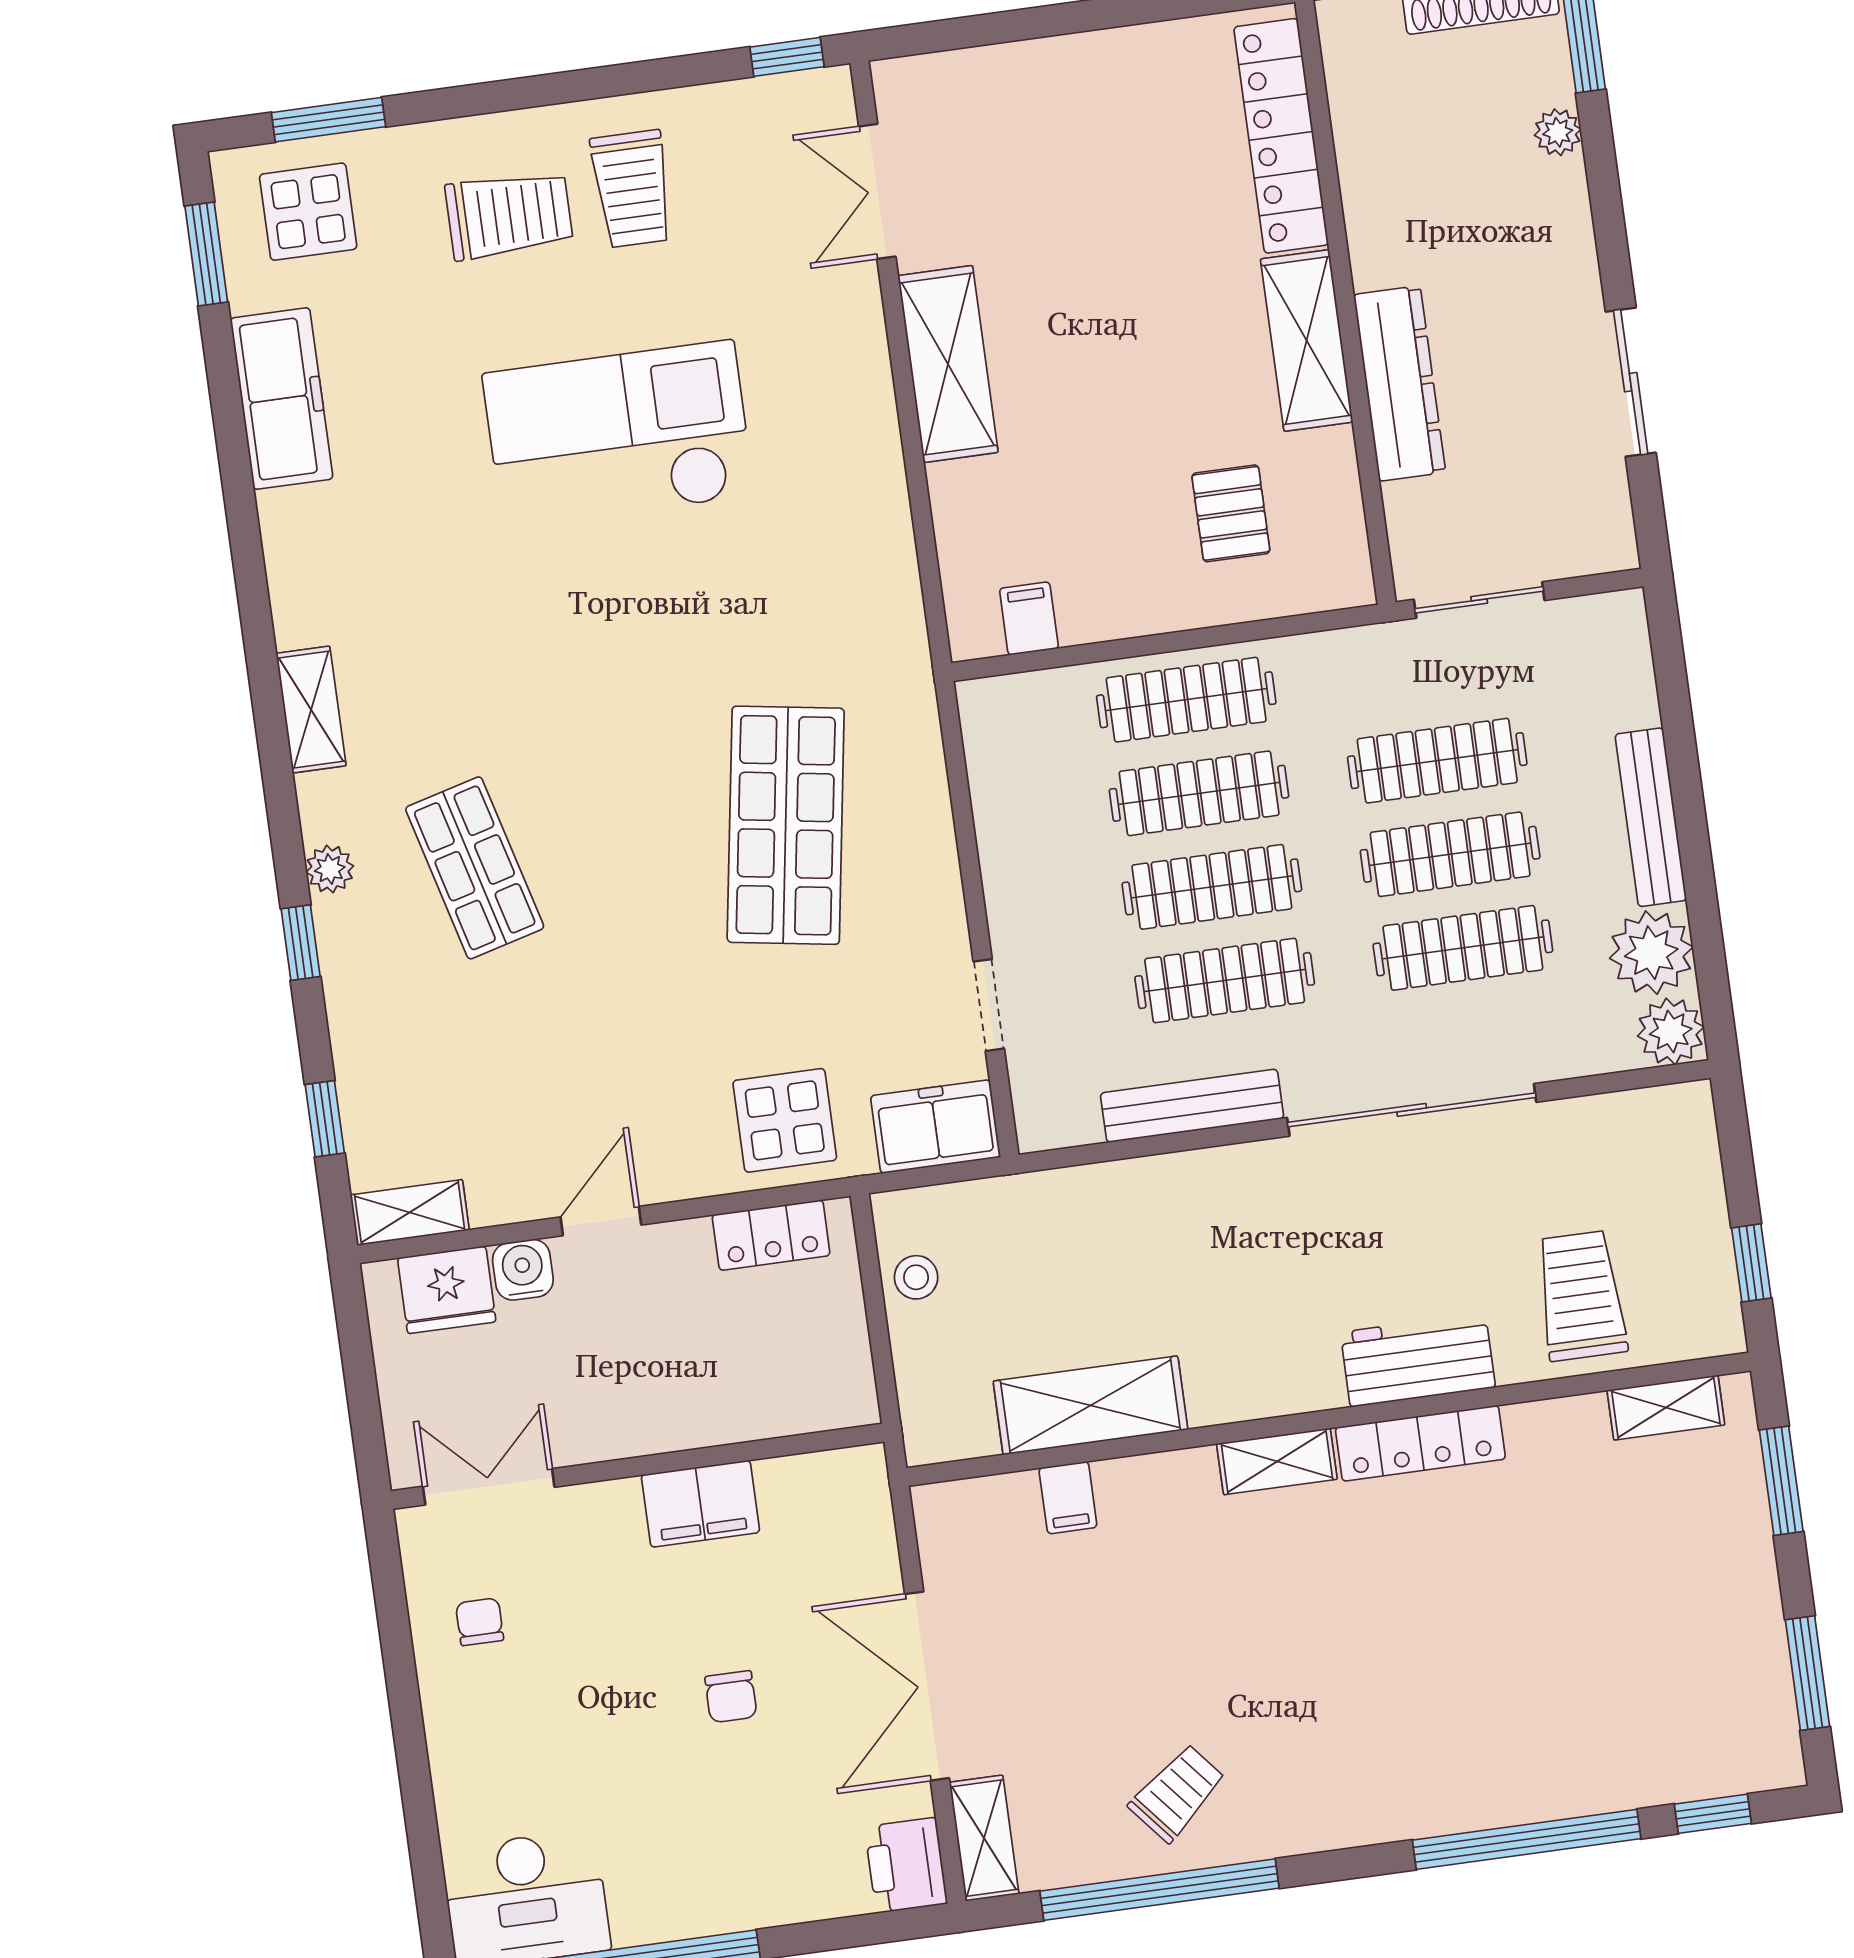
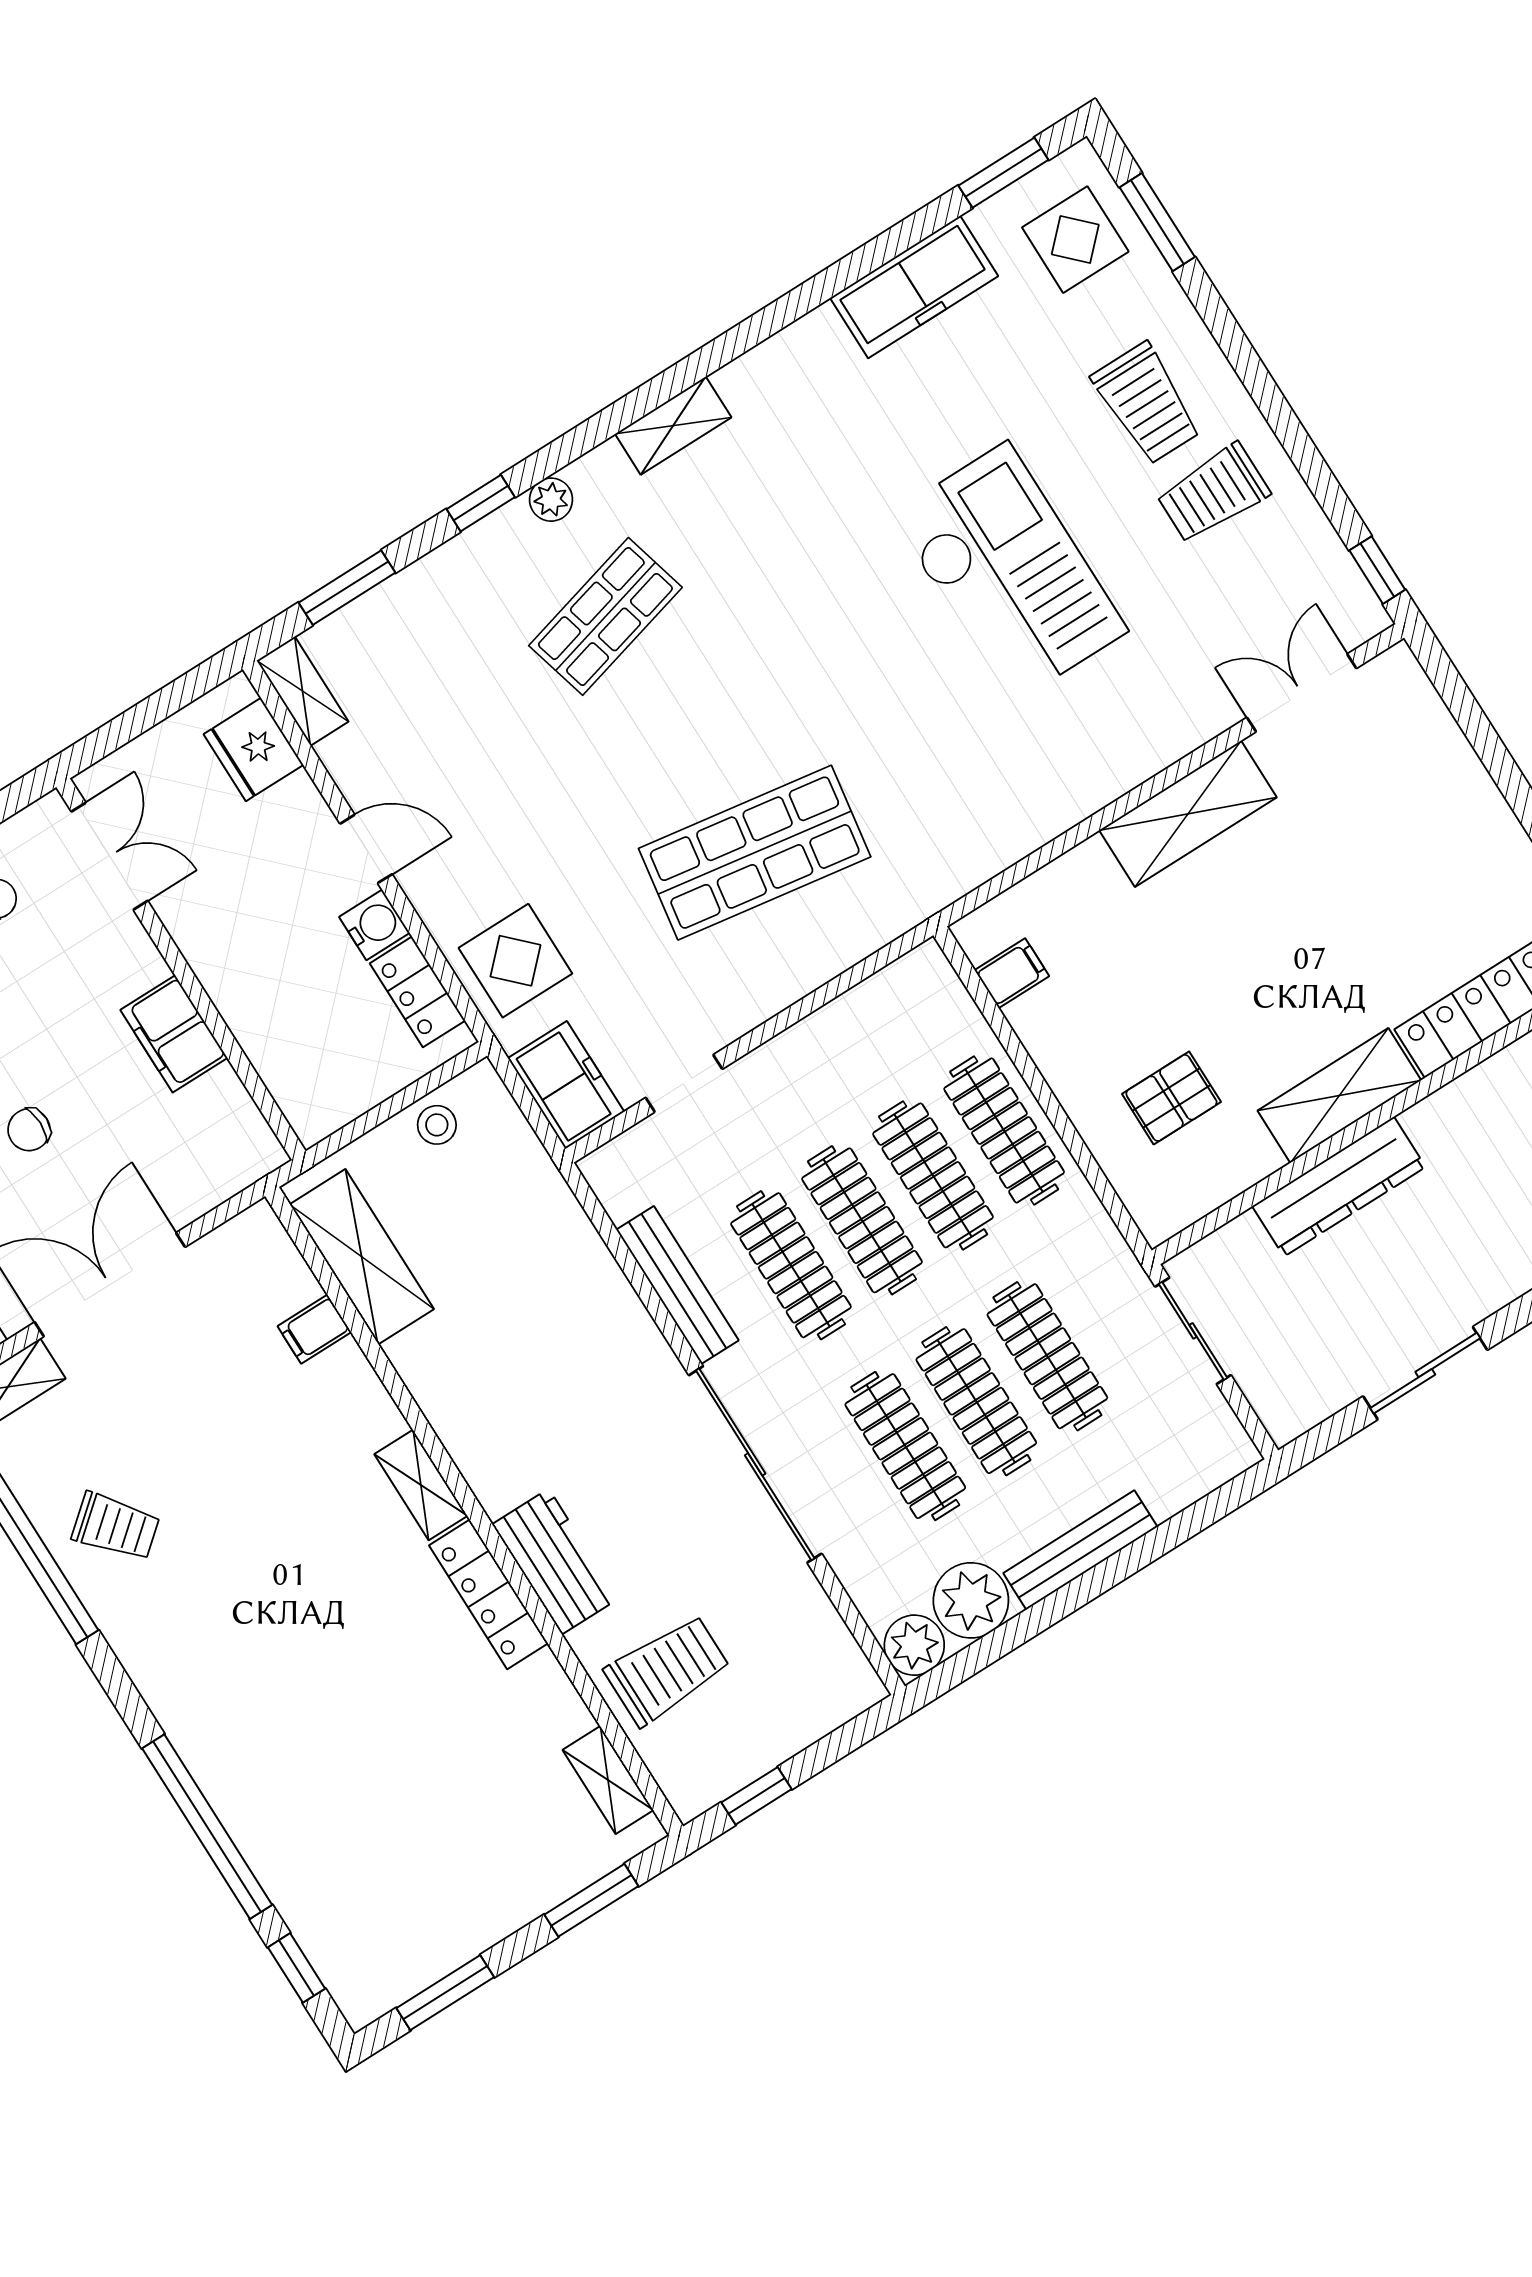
window: (325, 1119) -> (347, 588), width x1.50
water cooler: (523, 1270) -> (374, 925), moved
shelving: (1090, 1405) -> (362, 1257), moved

